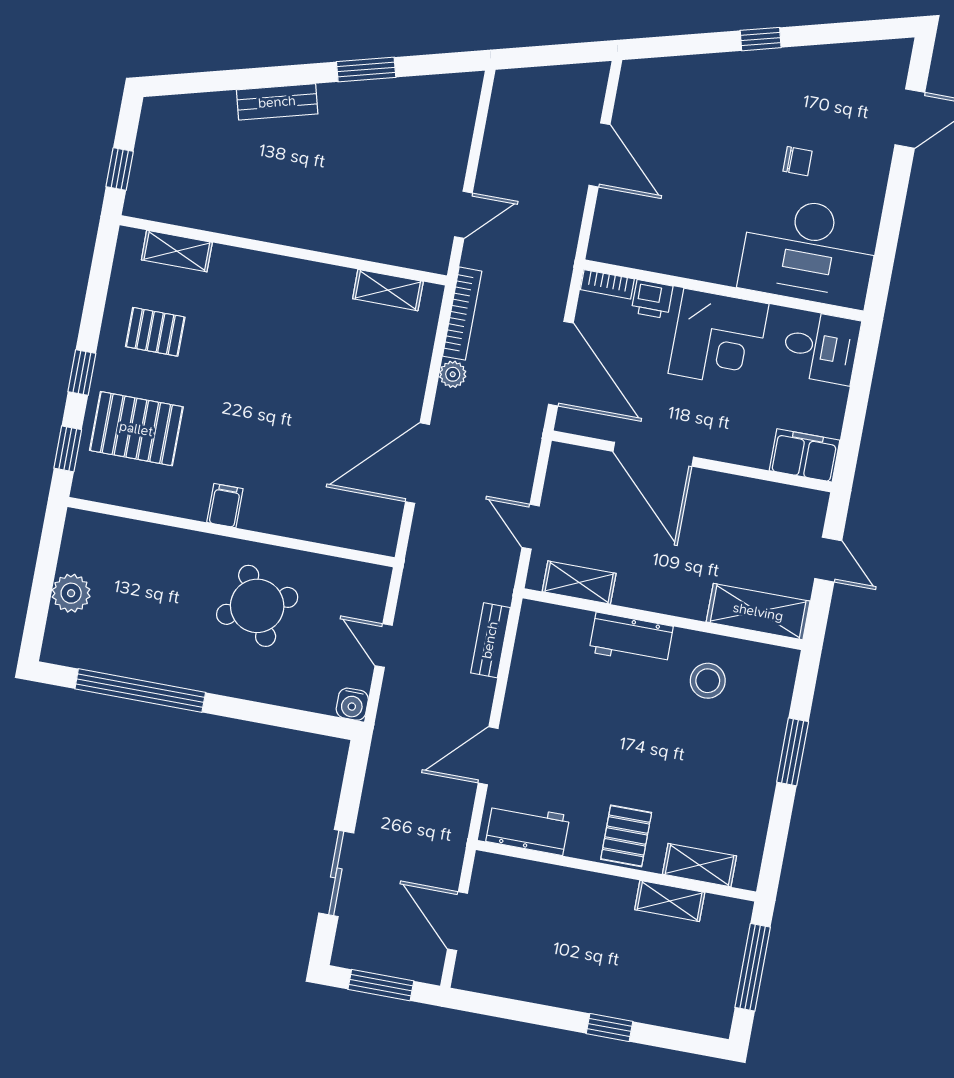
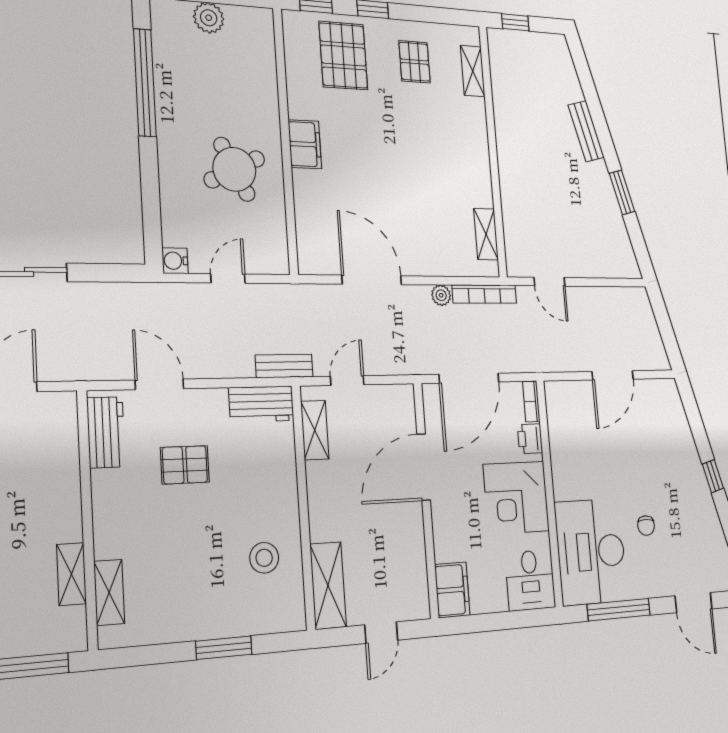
window: (889, 232) -> (619, 610), added
filing cabinet: (225, 506) -> (305, 144), width x2.00
workbench: (631, 639) -> (261, 404), moved, turned -90
bench: (490, 640) -> (284, 366), moved
pallet: (626, 836) -> (185, 465), moved

